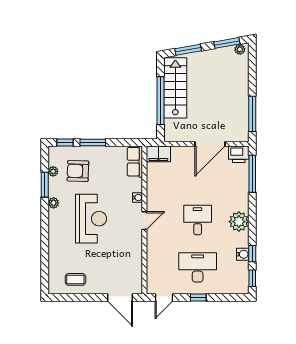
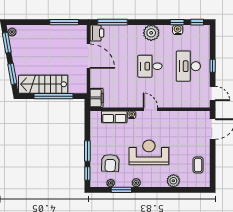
row of seats: (135, 162) -> (114, 117), moved
plant: (56, 249) -> (173, 181), added

